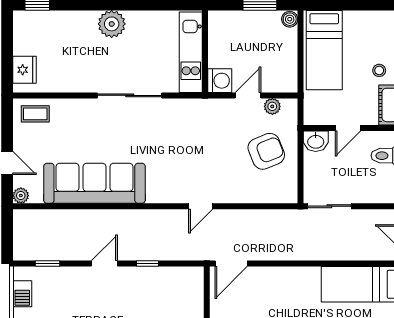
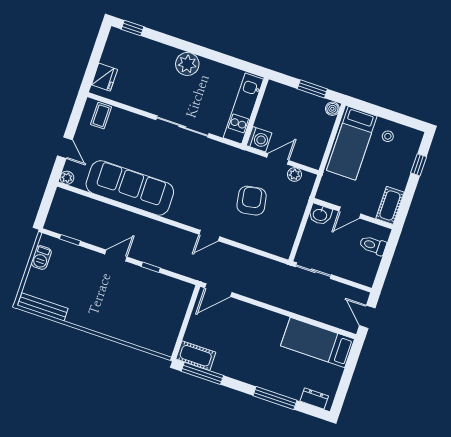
stool: (379, 70) -> (388, 136), moved
coffee table: (35, 114) -> (101, 116), turned 90
armchair: (266, 151) -> (252, 201), moved, turned -78

